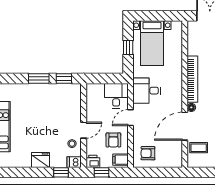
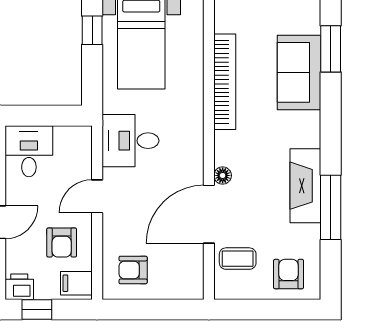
window: (128, 48) -> (92, 30), moved
bookcase: (192, 79) -> (225, 82), moved
desk: (116, 96) -> (29, 151), moved

